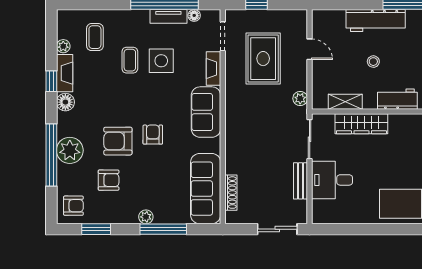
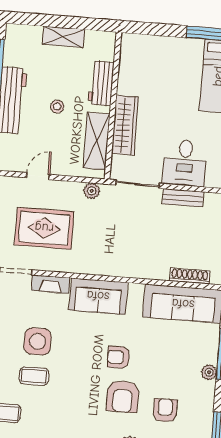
shelving: (345, 102) -> (97, 141), width x1.50, depth x1.33

